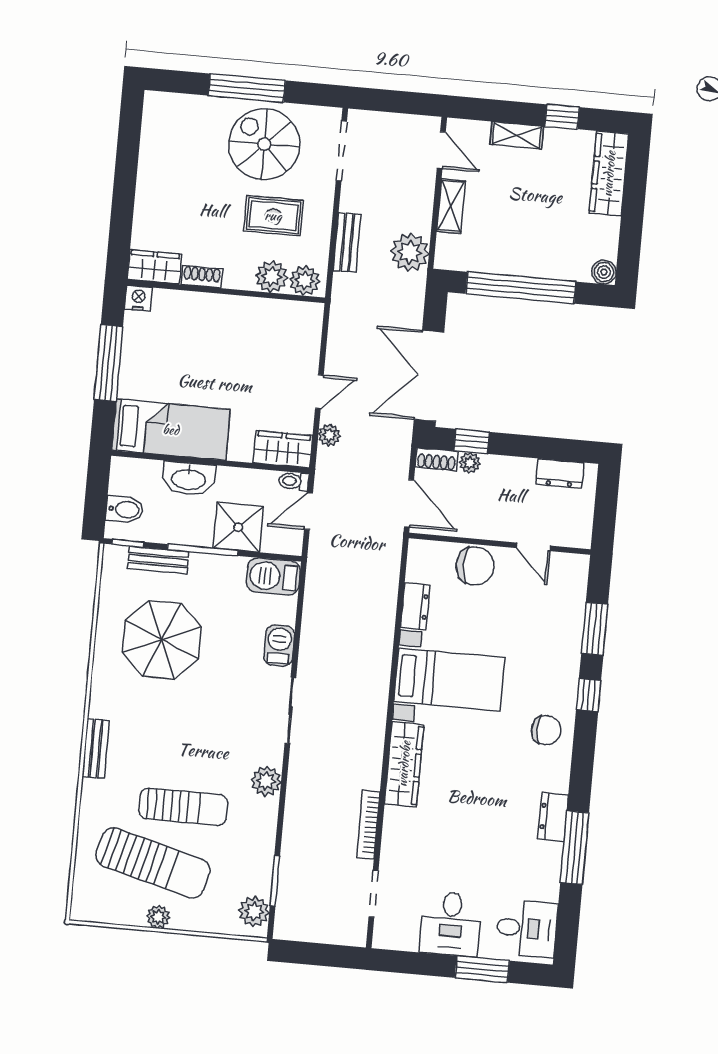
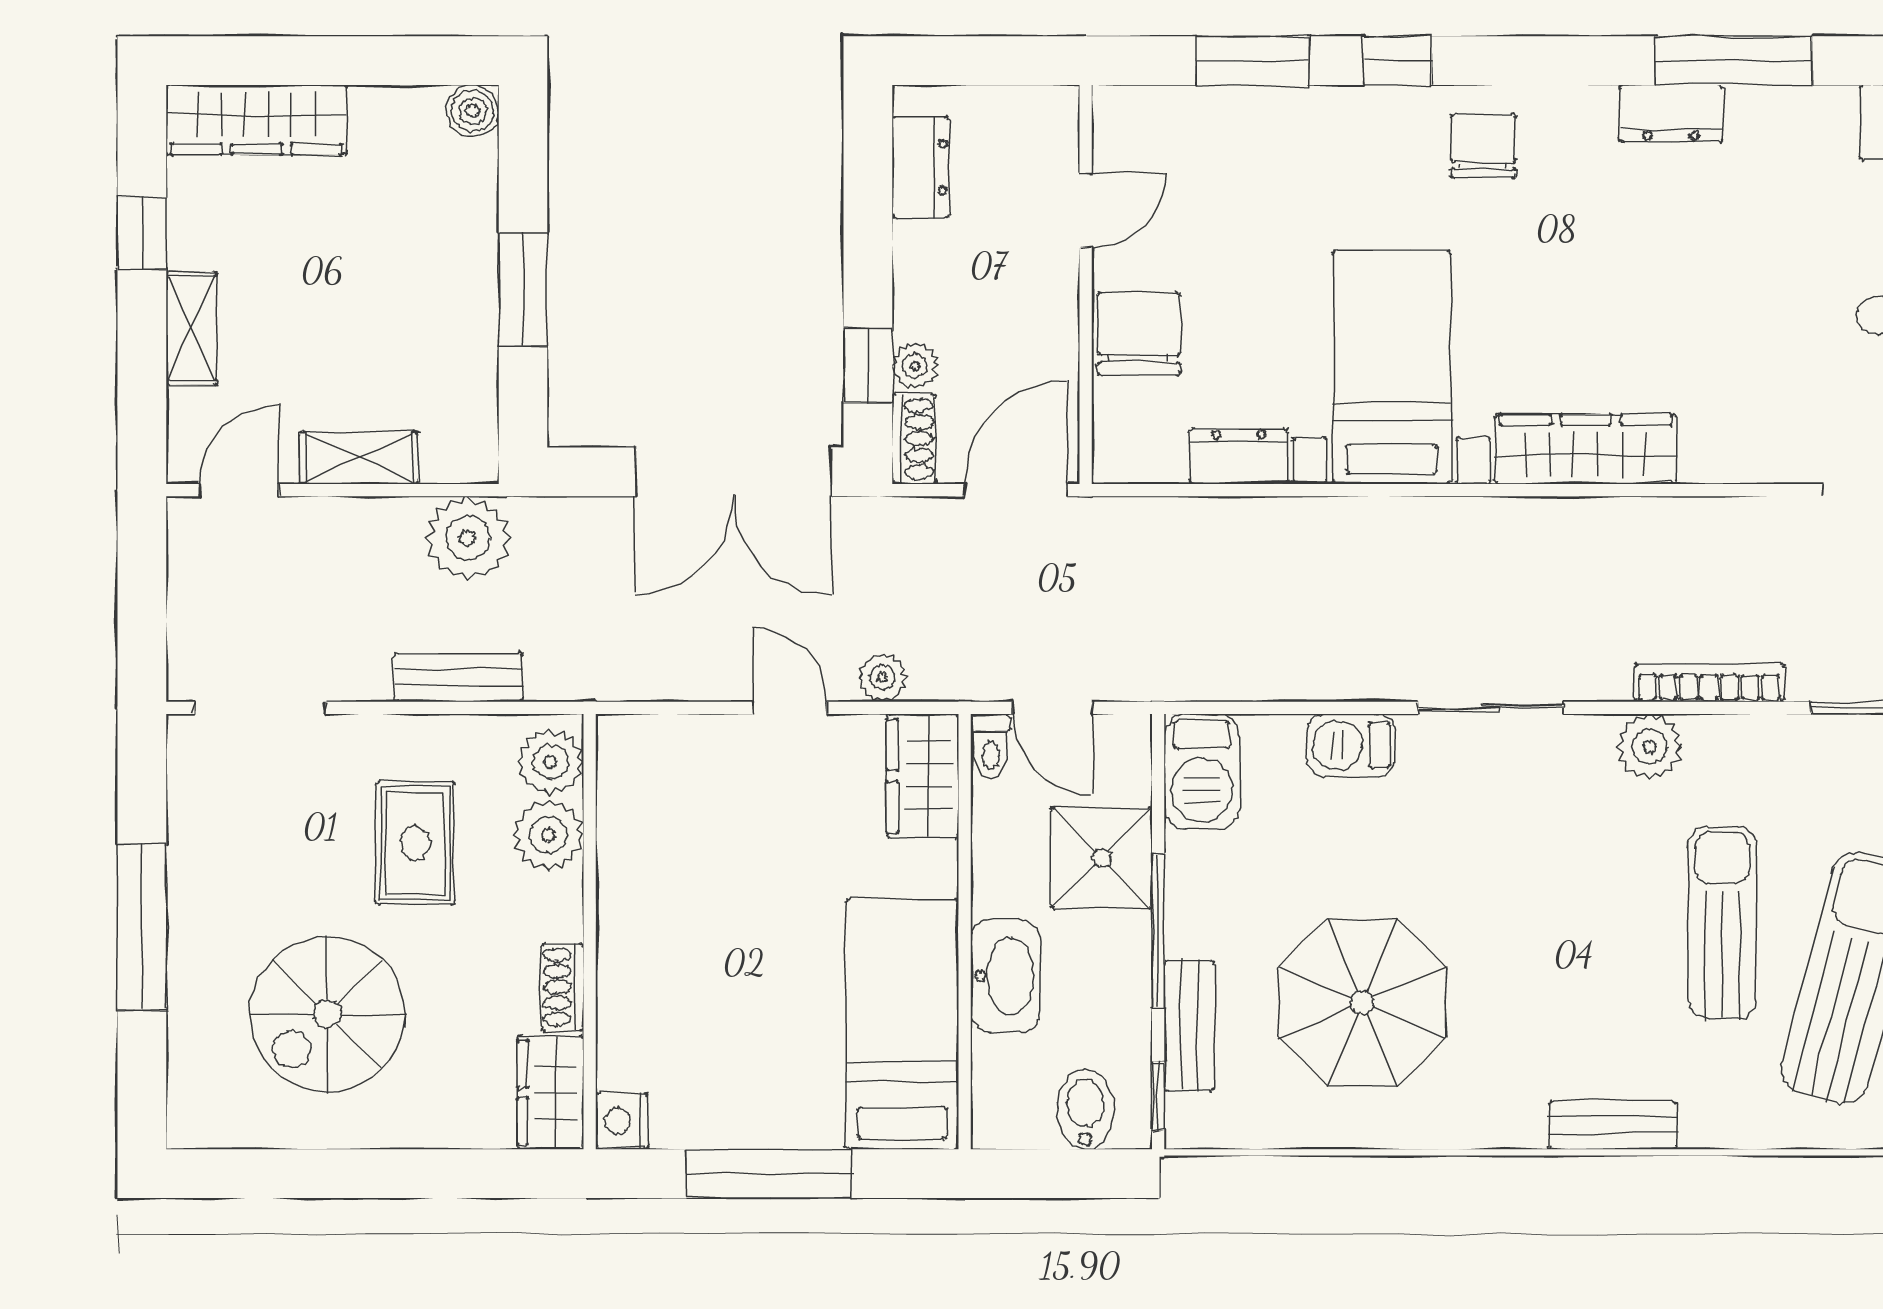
spiral stairs: (264, 144) -> (327, 1014), moved
window: (521, 288) -> (523, 289), width x0.47
bookcase: (368, 825) -> (1709, 683), moved, turned 180

